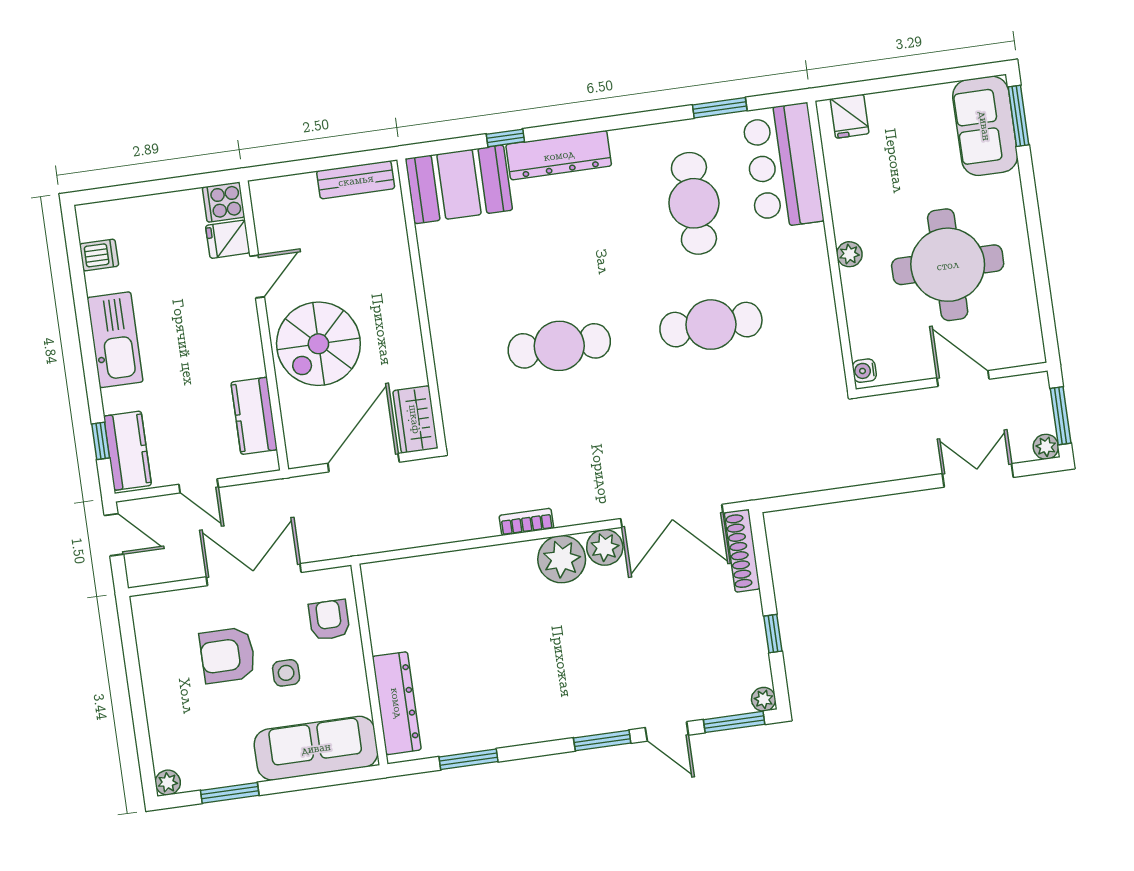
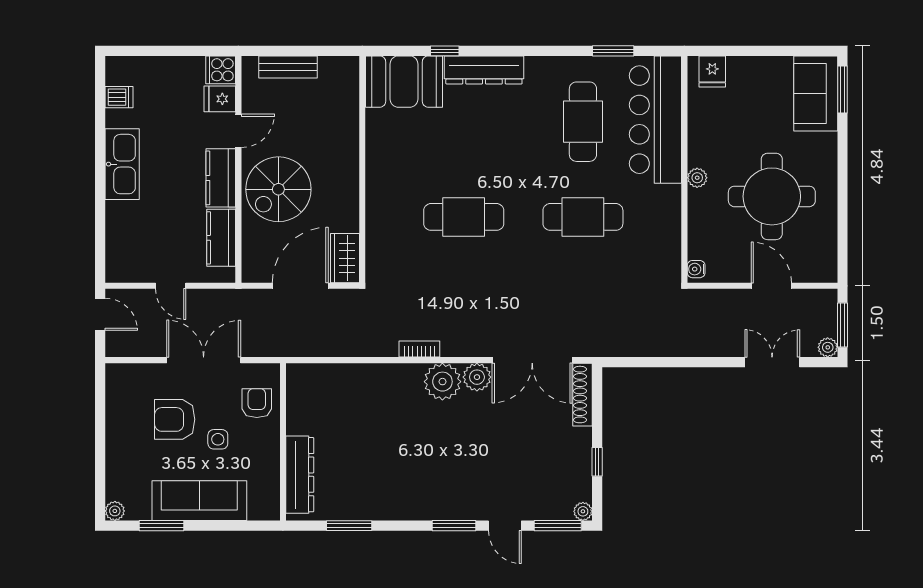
bar counter: (783, 166) -> (655, 120), width x1.36
bench: (356, 180) -> (288, 67), moved
window: (101, 441) -> (100, 240), removed
kitchen counter: (128, 451) -> (221, 178), moved, turned 180
sofa: (316, 748) -> (199, 501), moved

